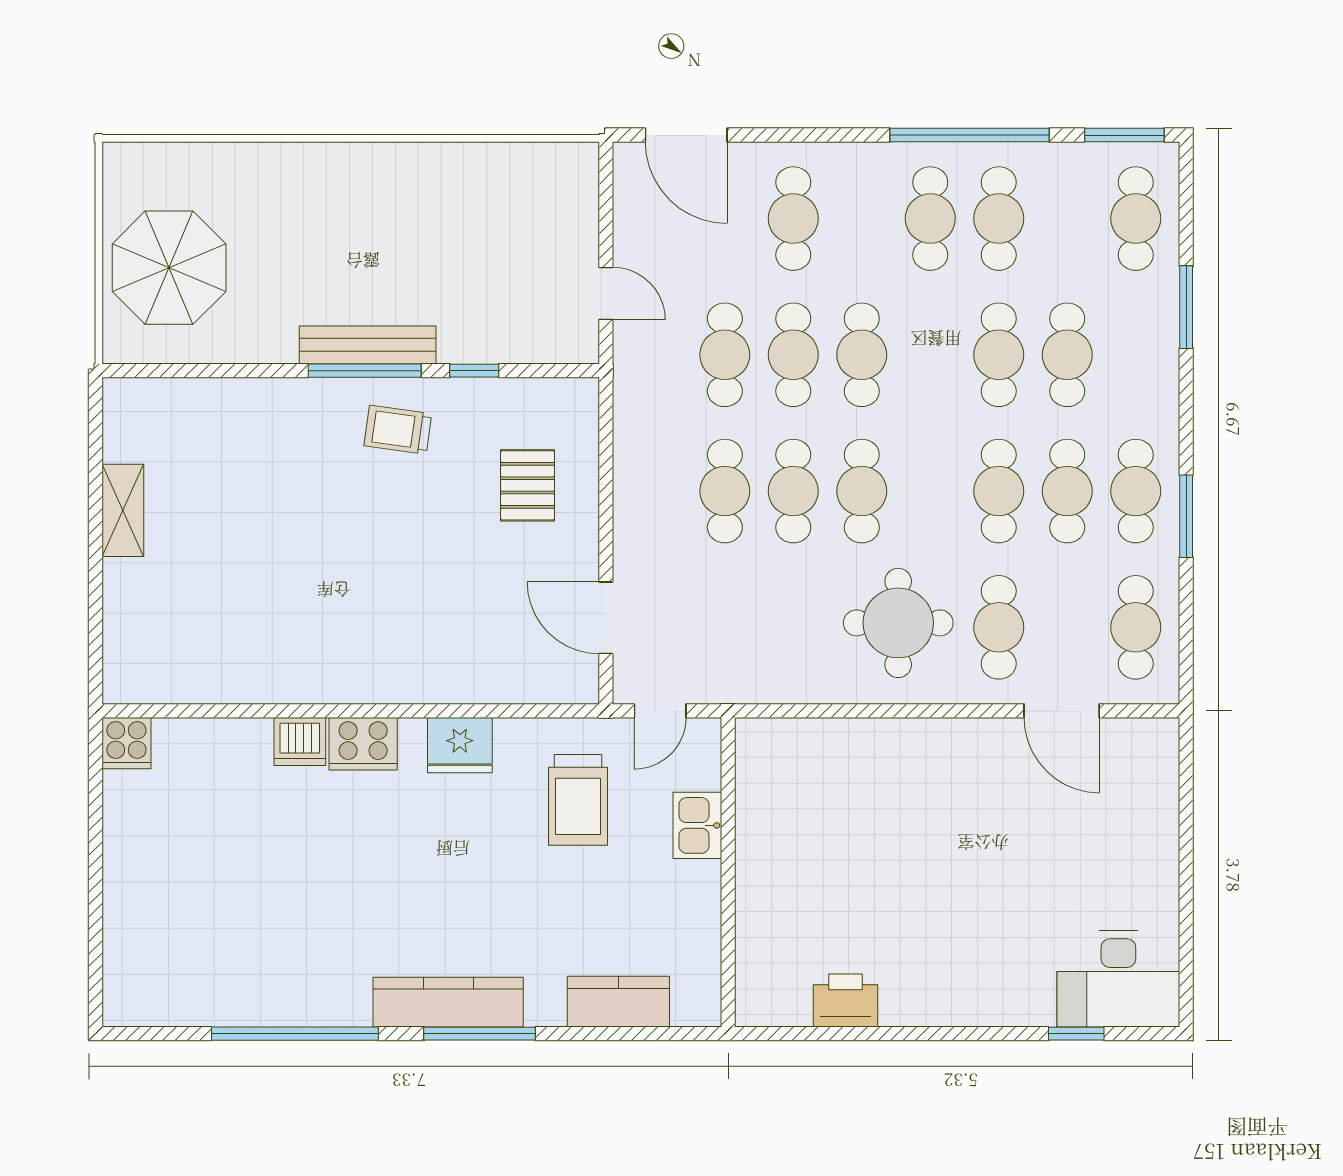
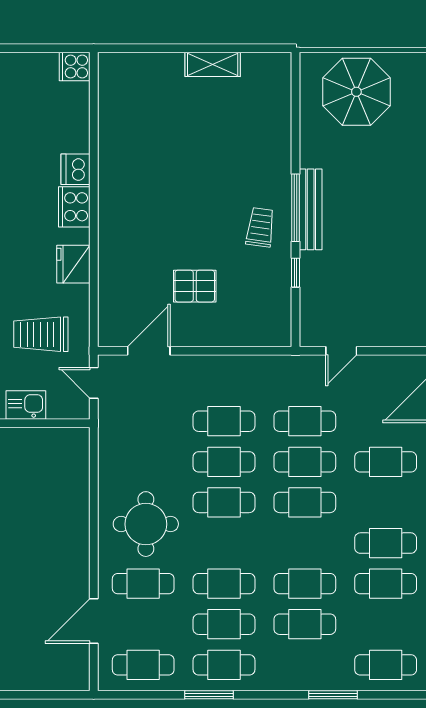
pallet: (528, 485) -> (195, 286), moved

